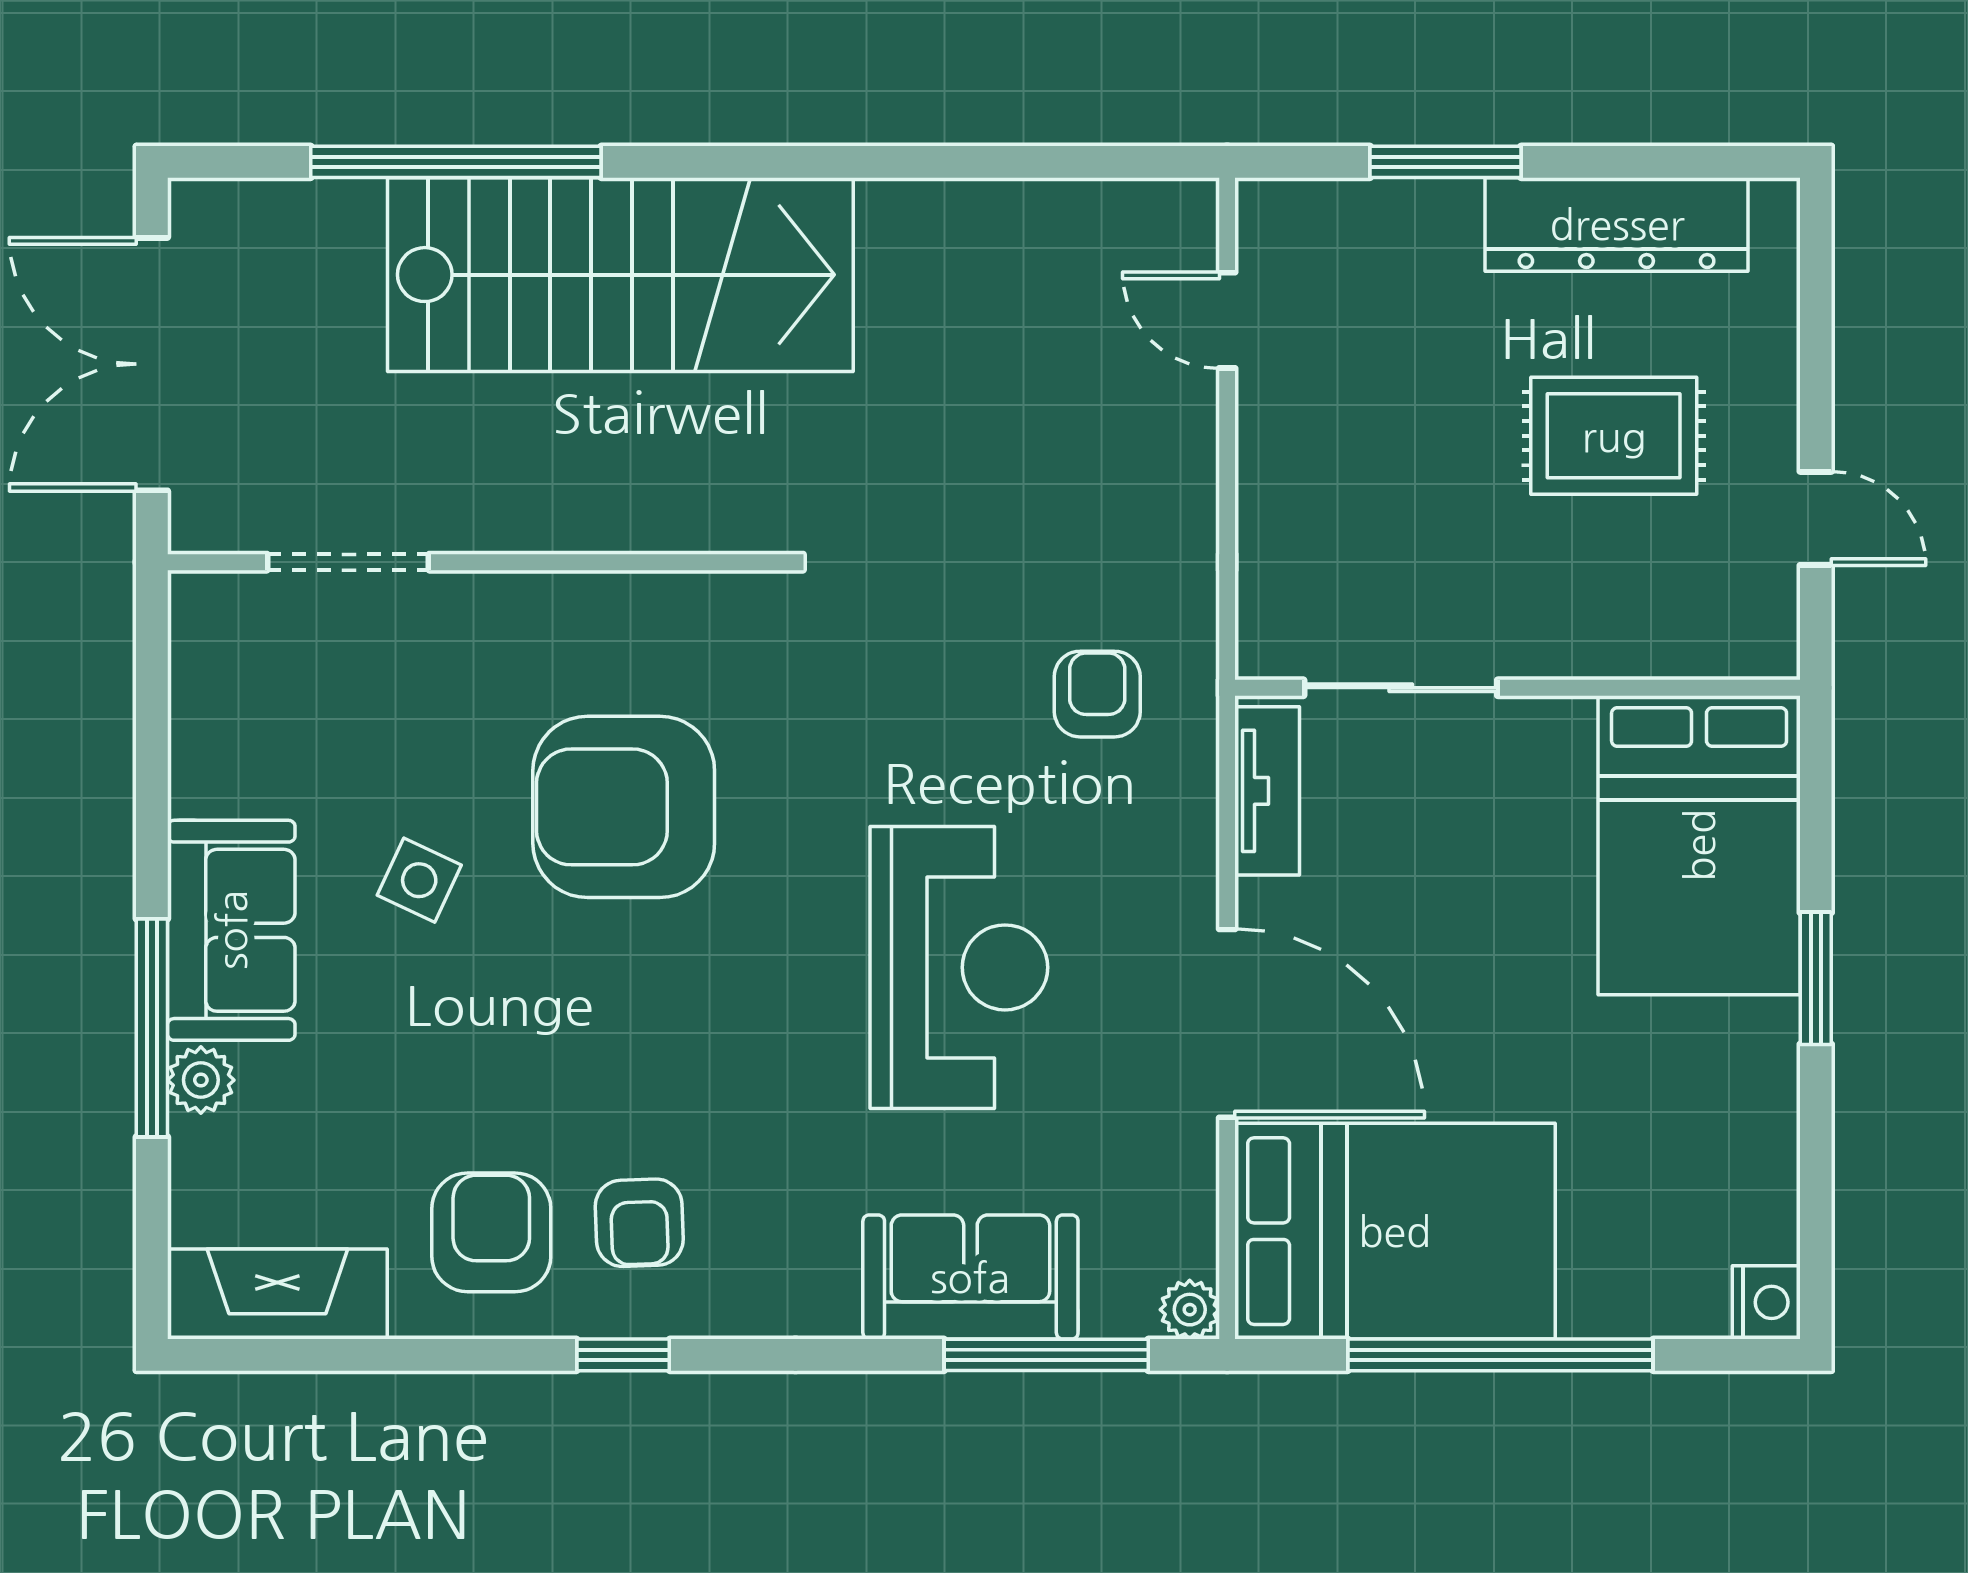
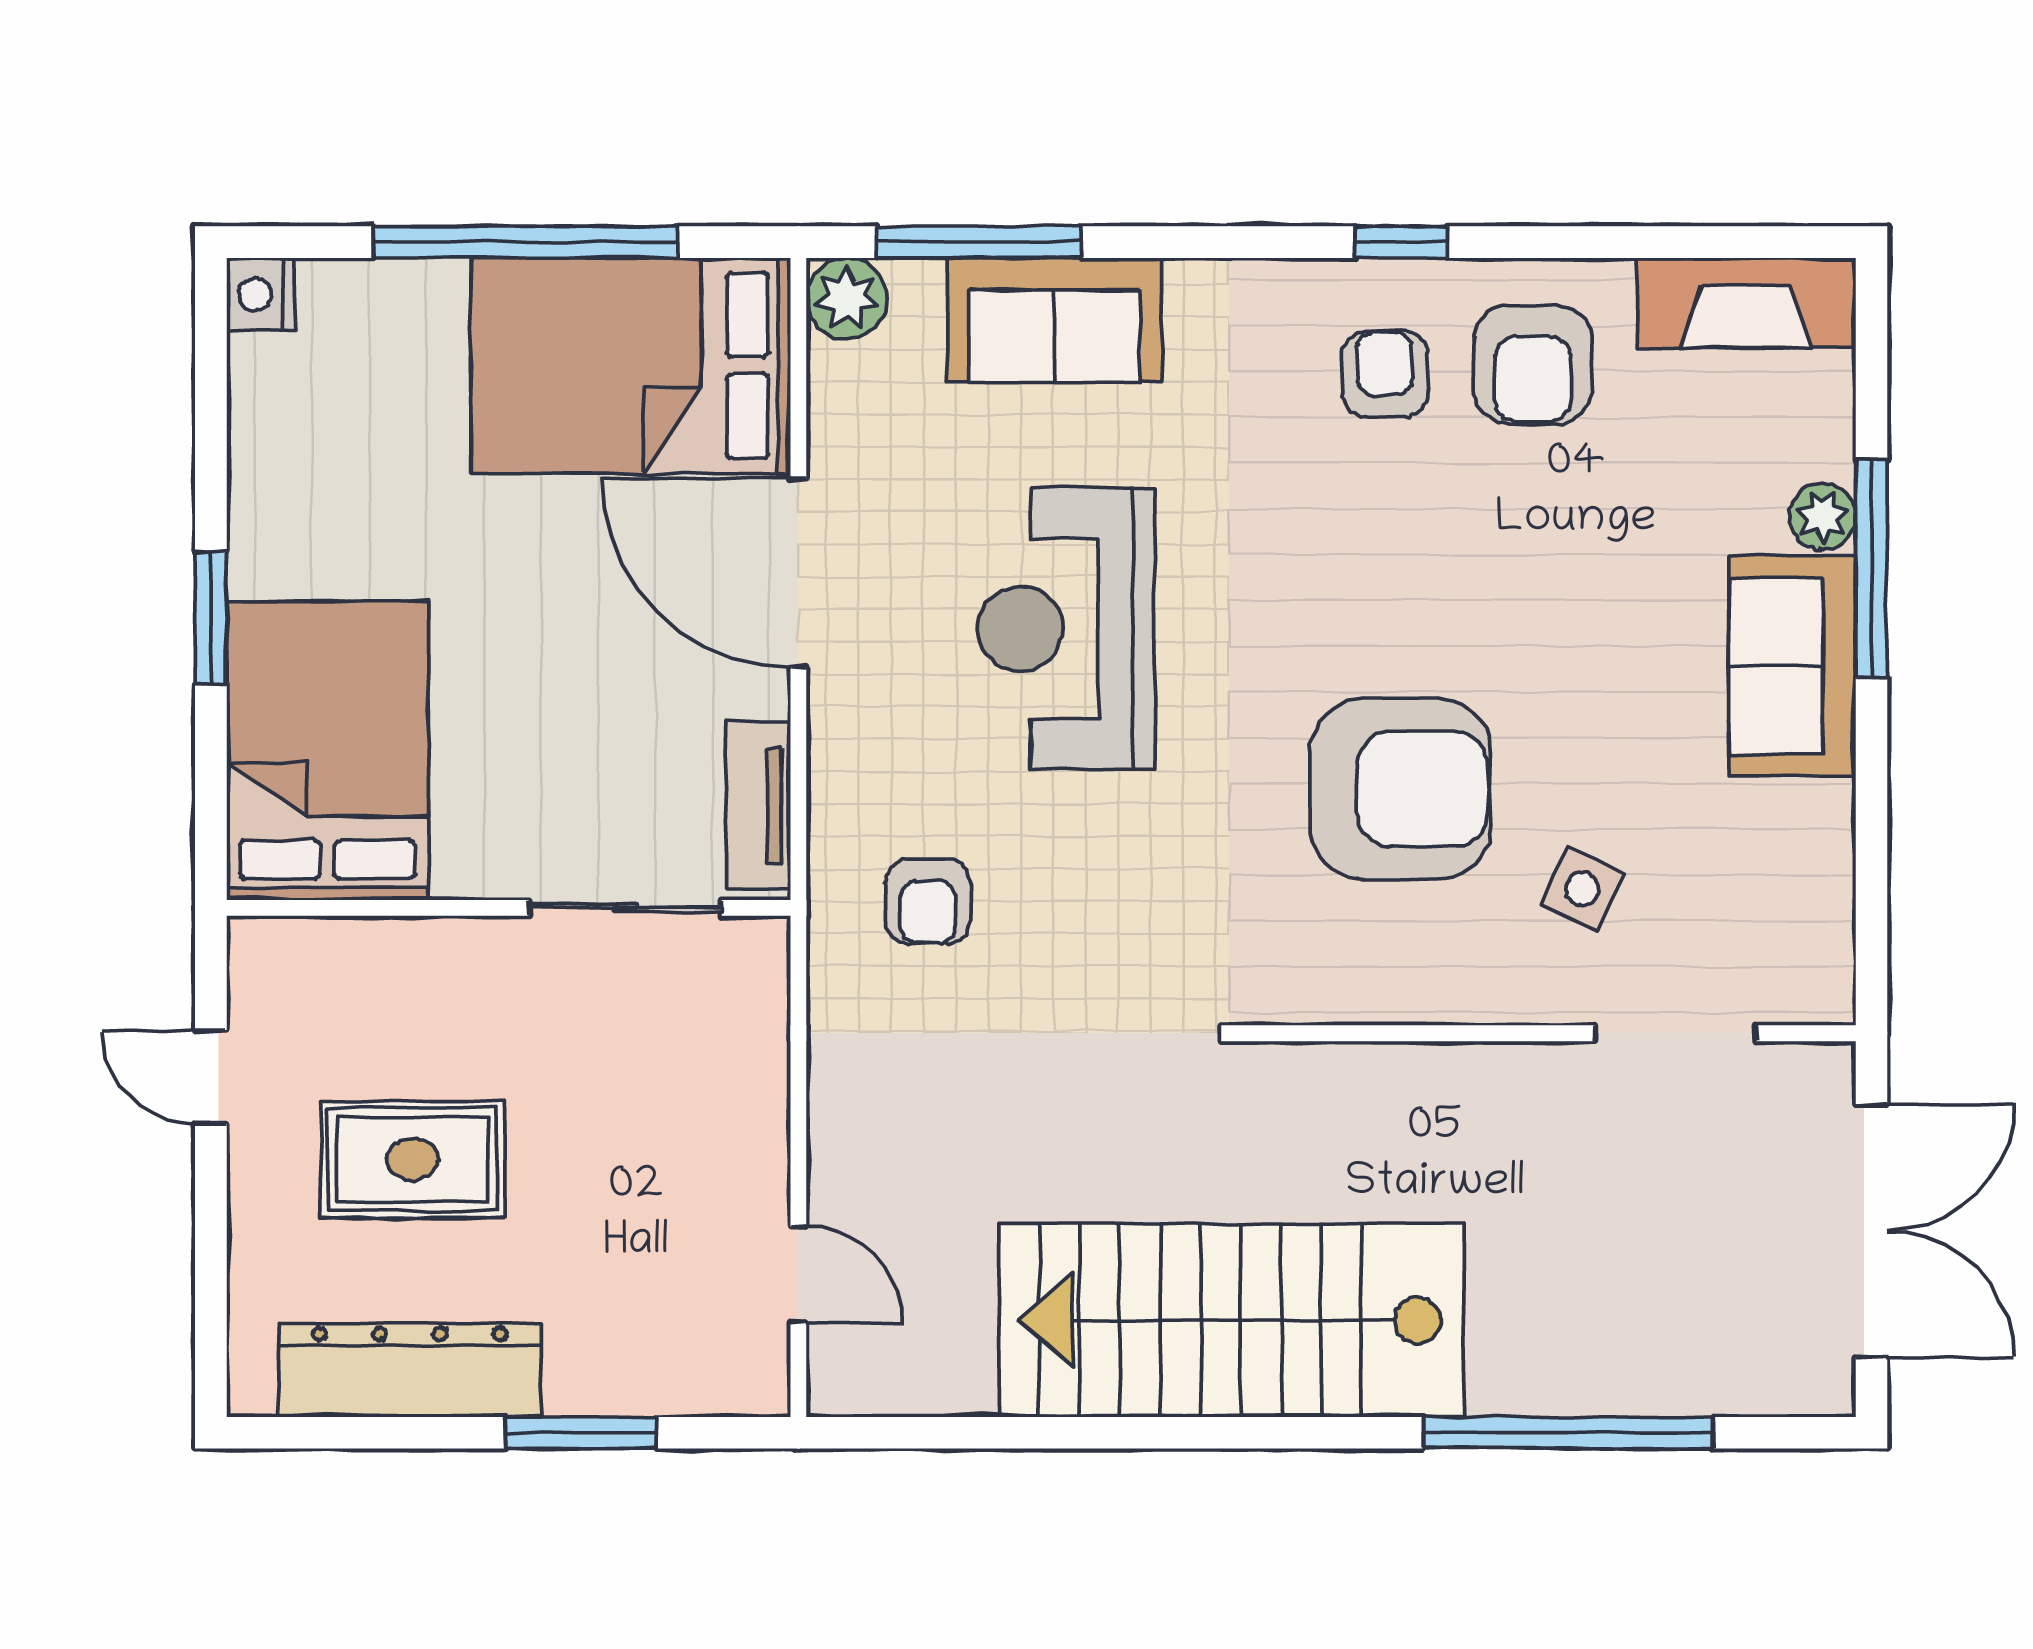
stairs: (620, 275) -> (1231, 1320), moved
side table: (419, 880) -> (1582, 889), moved
plant: (1190, 1310) -> (847, 298), width x1.38, depth x1.38

